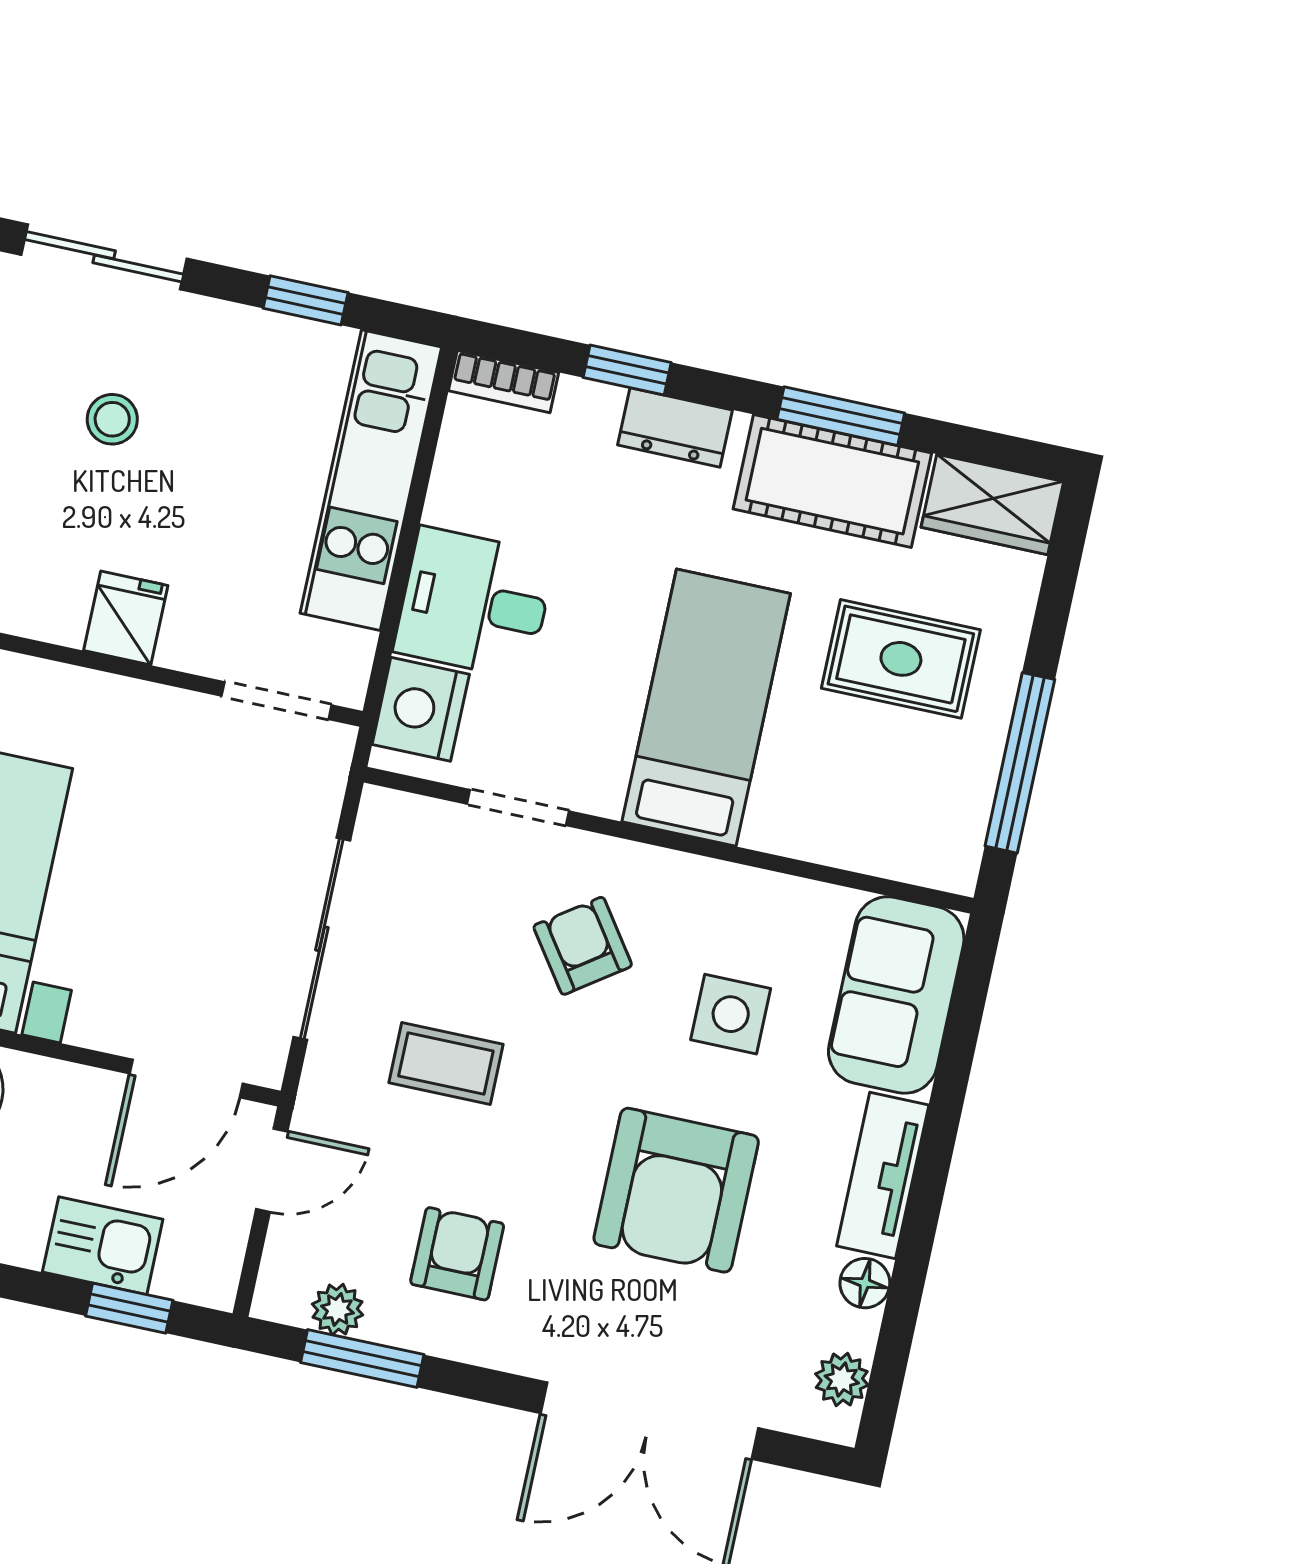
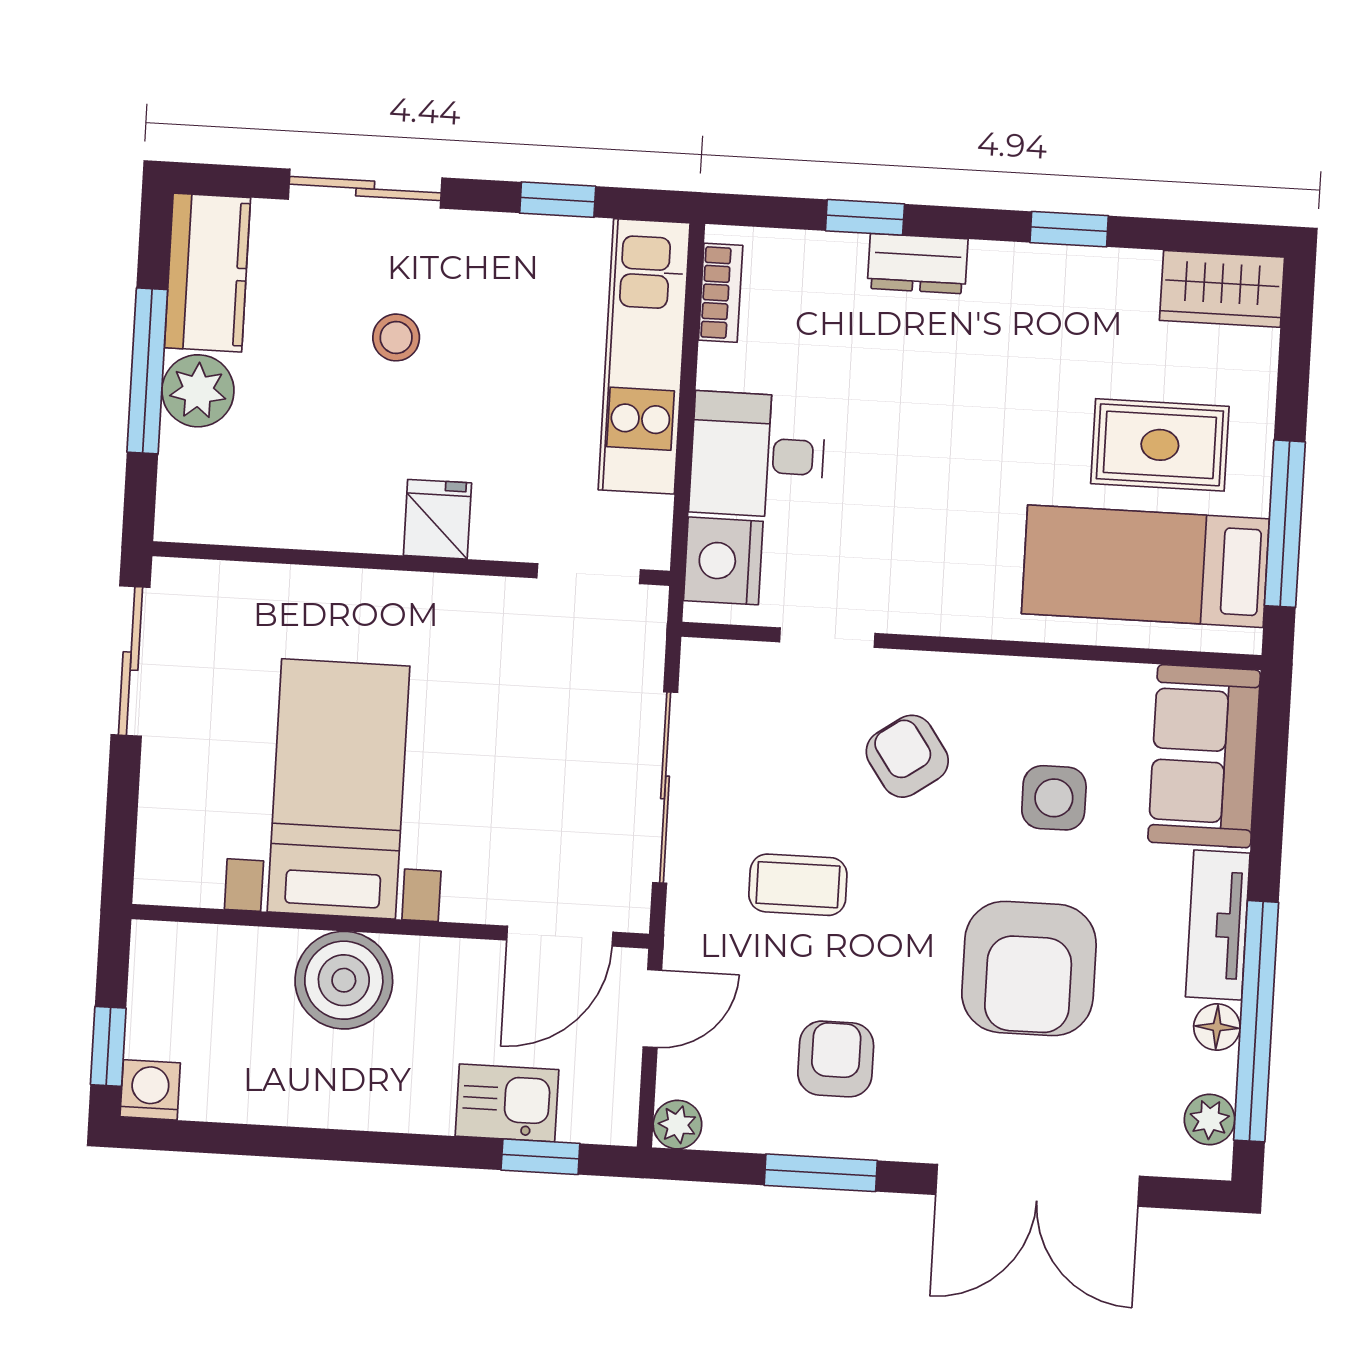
bookcase: (504, 382) -> (721, 293), moved, turned -90
window: (841, 416) -> (1069, 229), width x0.67
cot: (832, 481) -> (1071, 290), removed
bed: (706, 708) -> (1145, 566), moved, turned -90
window: (907, 1283) -> (1256, 1021), added
plant: (338, 1310) -> (677, 1125), moved
window: (362, 1359) -> (821, 1173), moved

